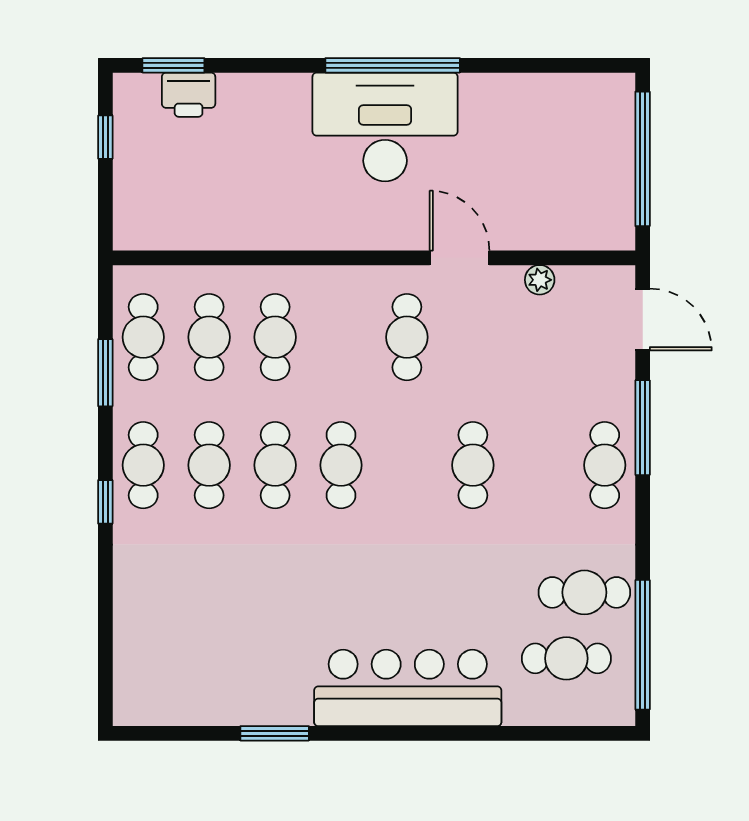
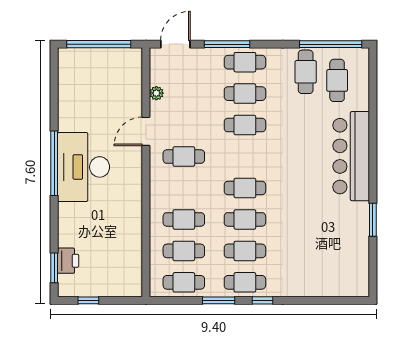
window: (105, 373) -> (219, 300), moved
cafe table: (539, 465) -> (245, 94), added

